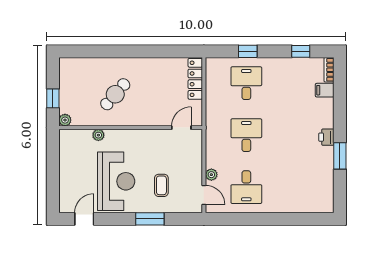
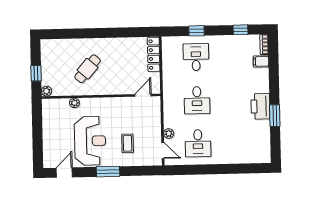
desk: (246, 135) -> (197, 100), turned 180
printer: (326, 137) -> (260, 106), width x1.87, depth x1.48
window: (150, 219) -> (108, 172), moved

